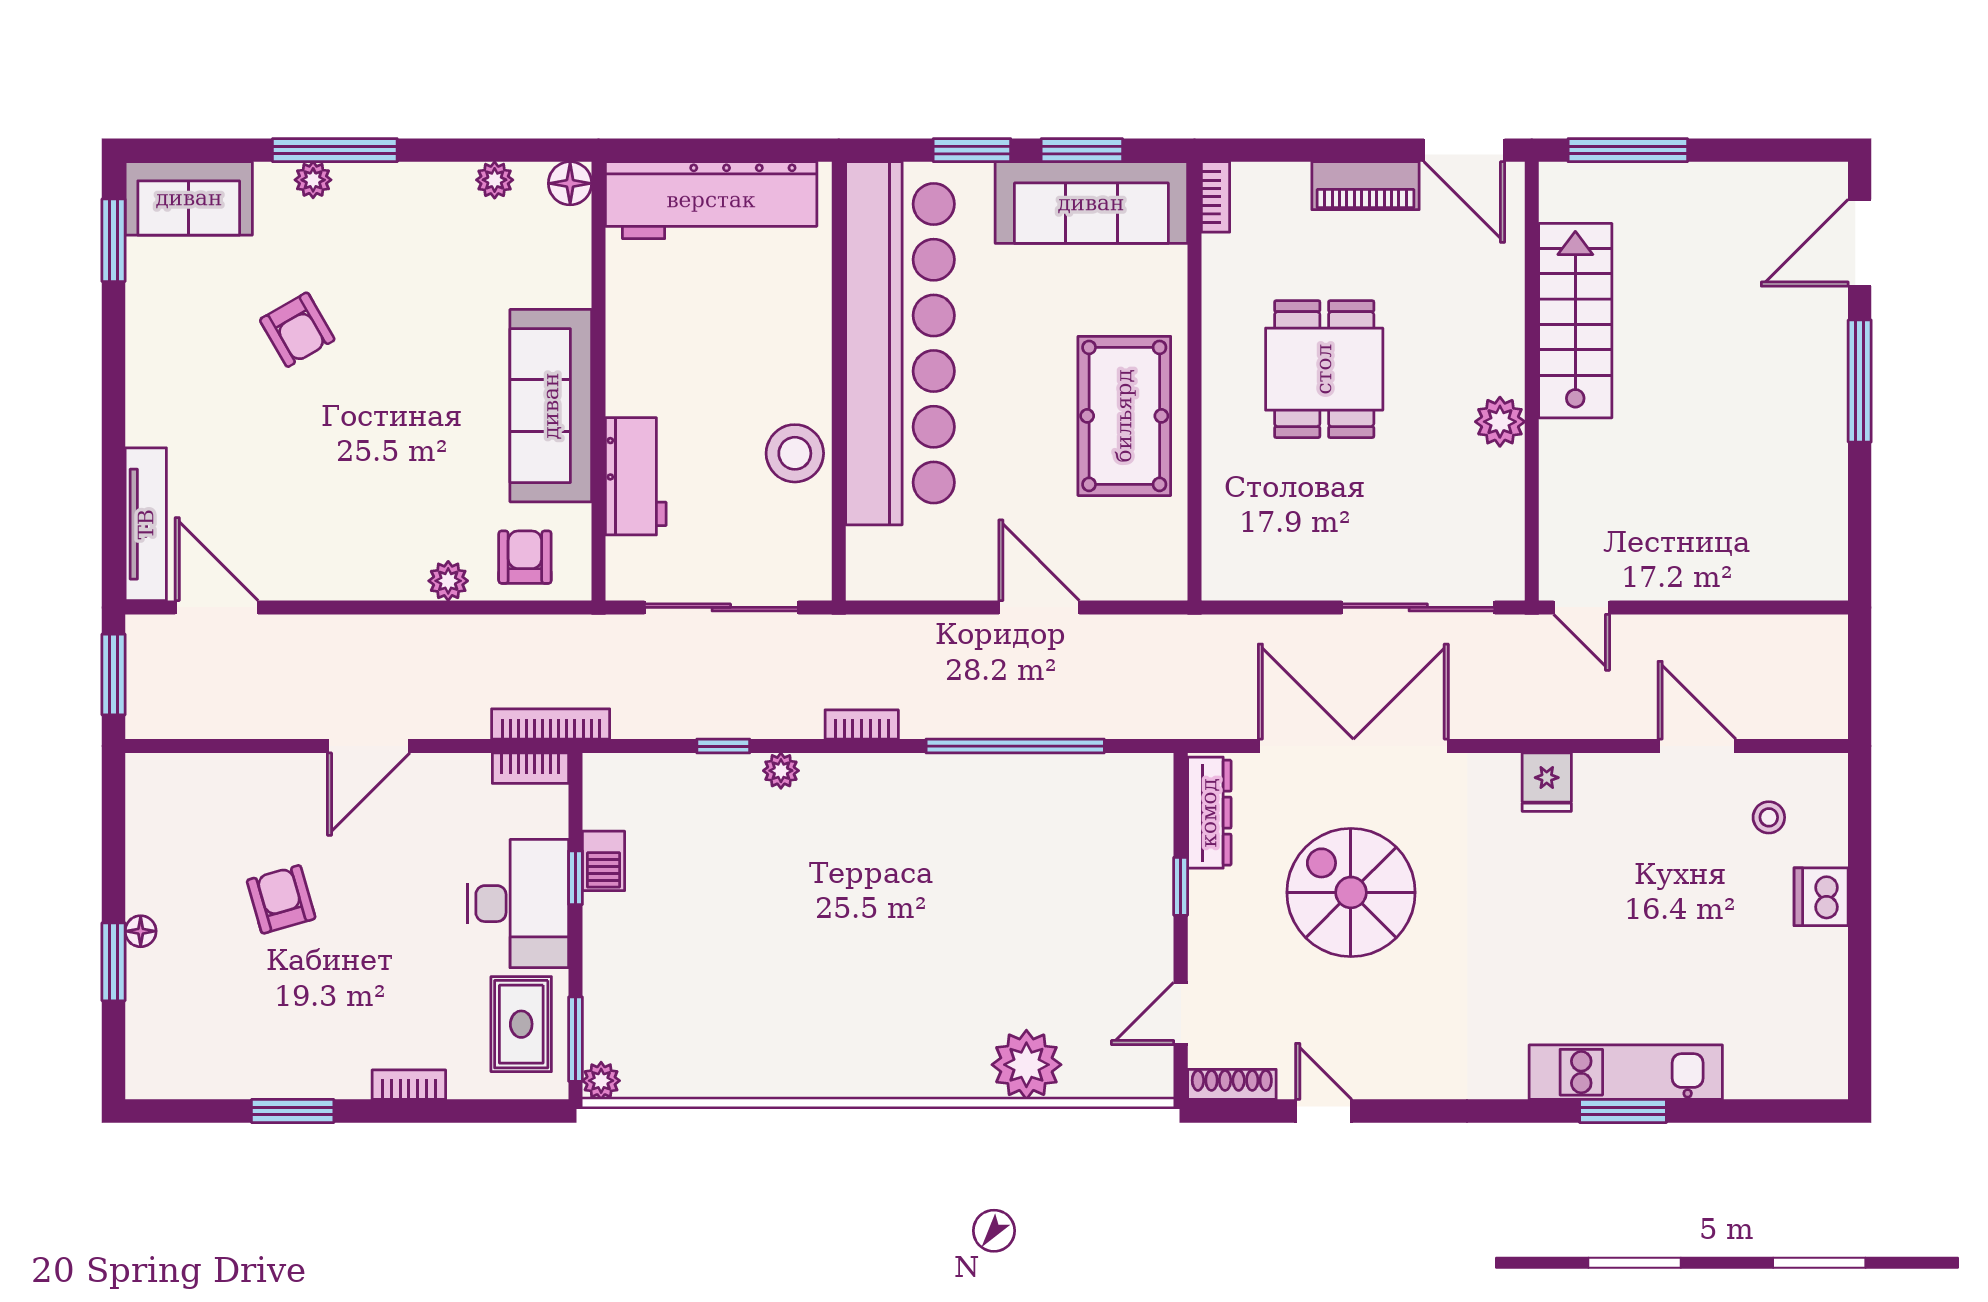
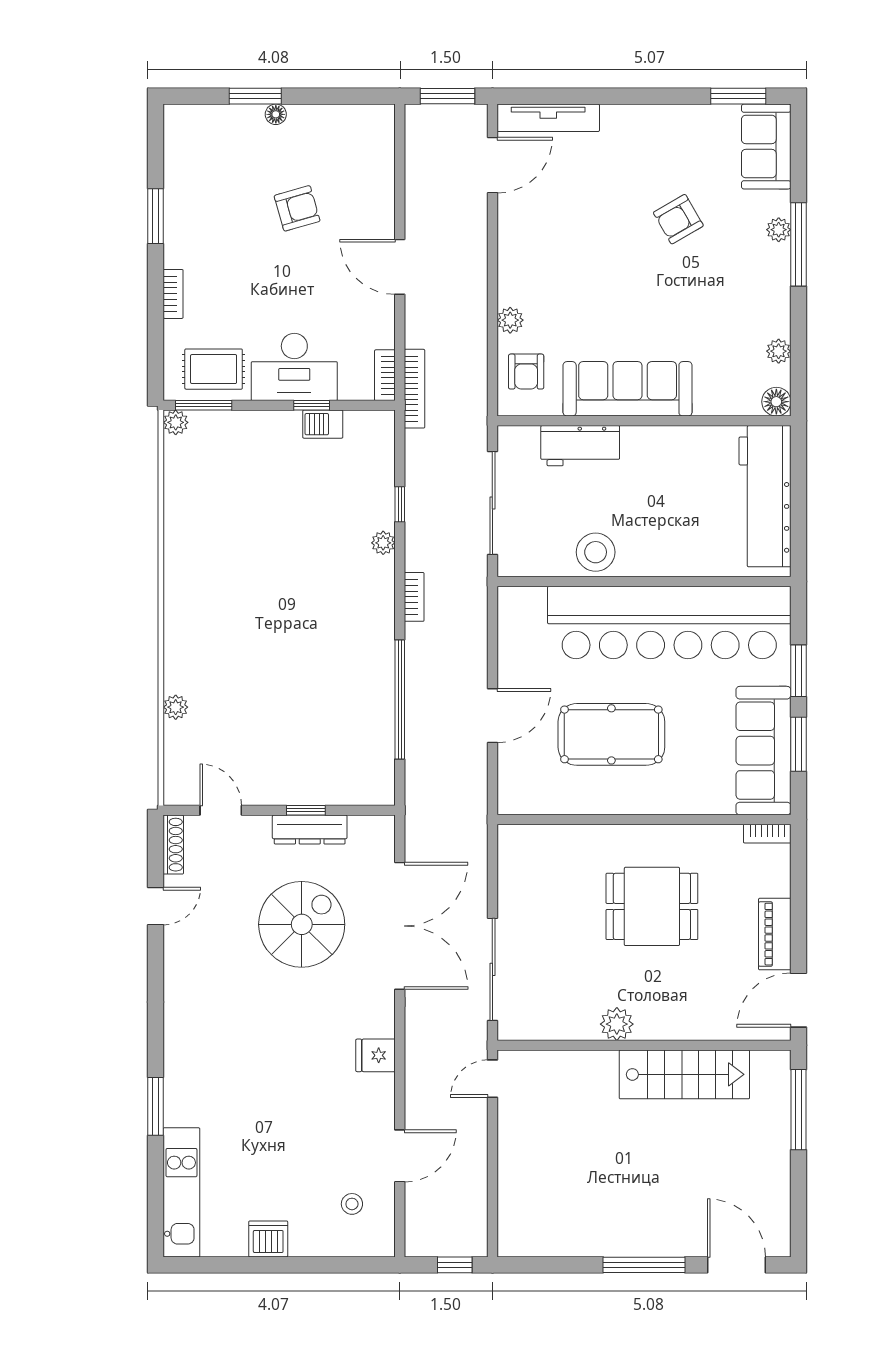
pool table: (1124, 416) -> (611, 734), moved
armchair: (525, 557) -> (526, 372), turned 90
window: (1860, 664) -> (455, 1265), added
dresser: (1209, 813) -> (310, 830), moved
dishwasher: (1821, 897) -> (268, 1239), moved
plant: (1026, 1065) -> (176, 707), width x0.53, depth x0.53
kitchen unit: (1626, 1072) -> (181, 1192), moved

